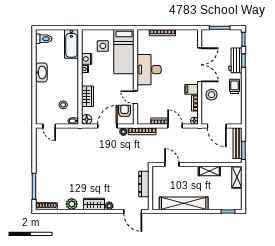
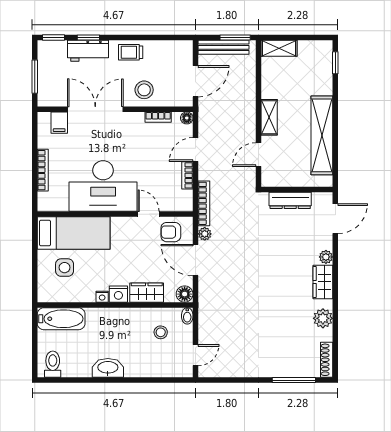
nightstand: (87, 59) -> (118, 294), moved
desk: (149, 70) -> (103, 186), width x1.36, depth x1.30
filing cabinet: (191, 89) -> (59, 123), moved
door: (136, 97) -> (148, 214), swing flipped
shelving: (209, 171) -> (269, 117), moved

